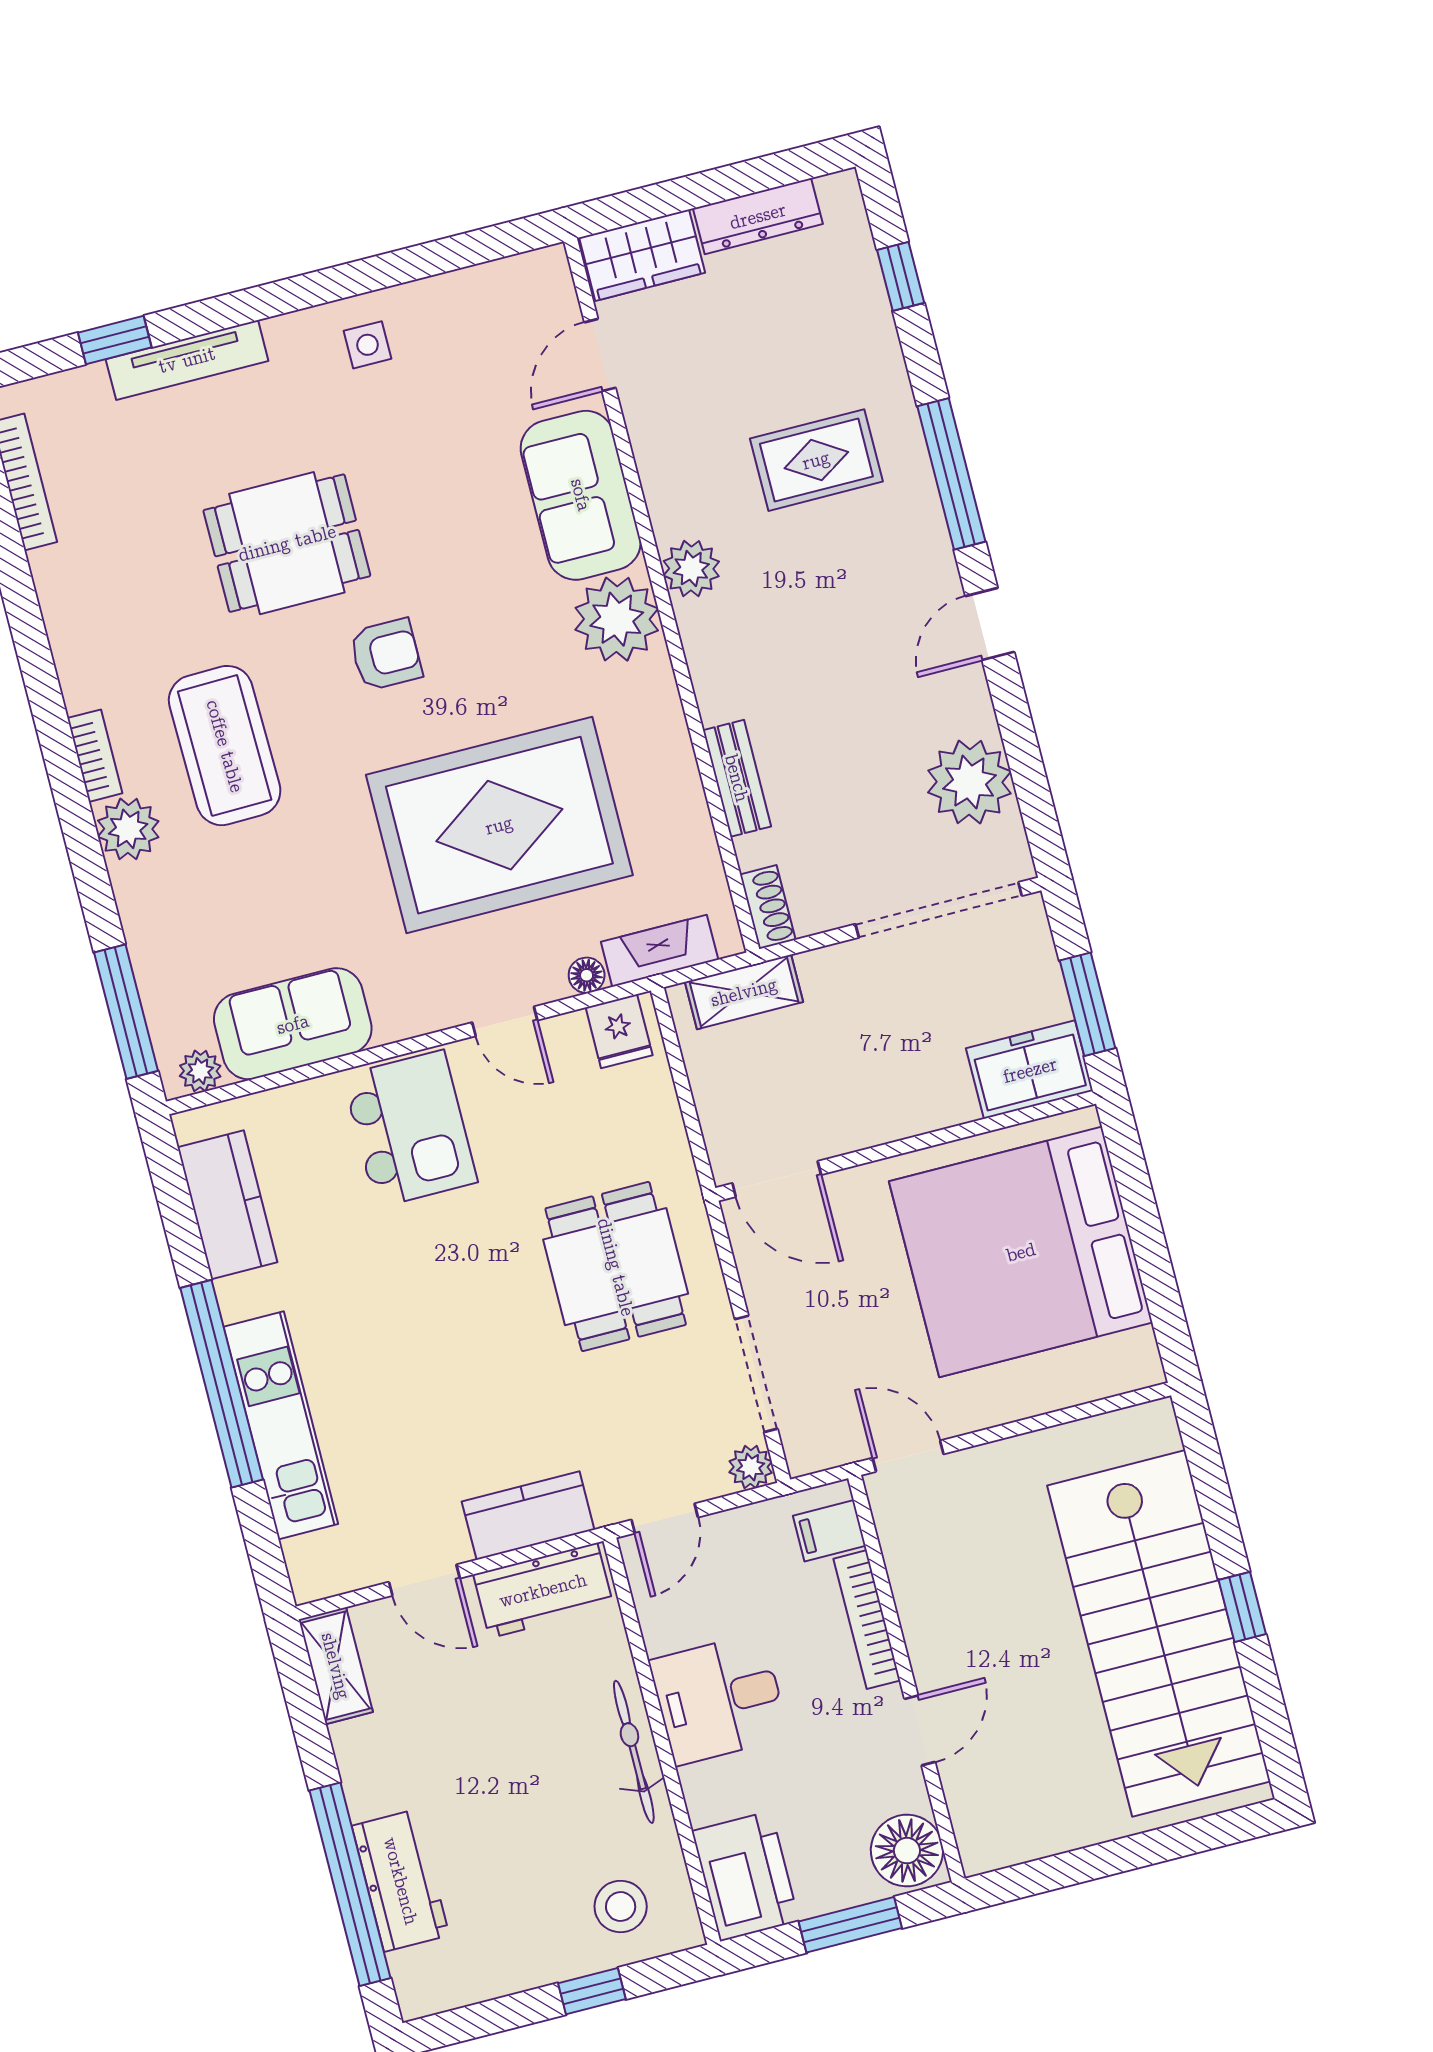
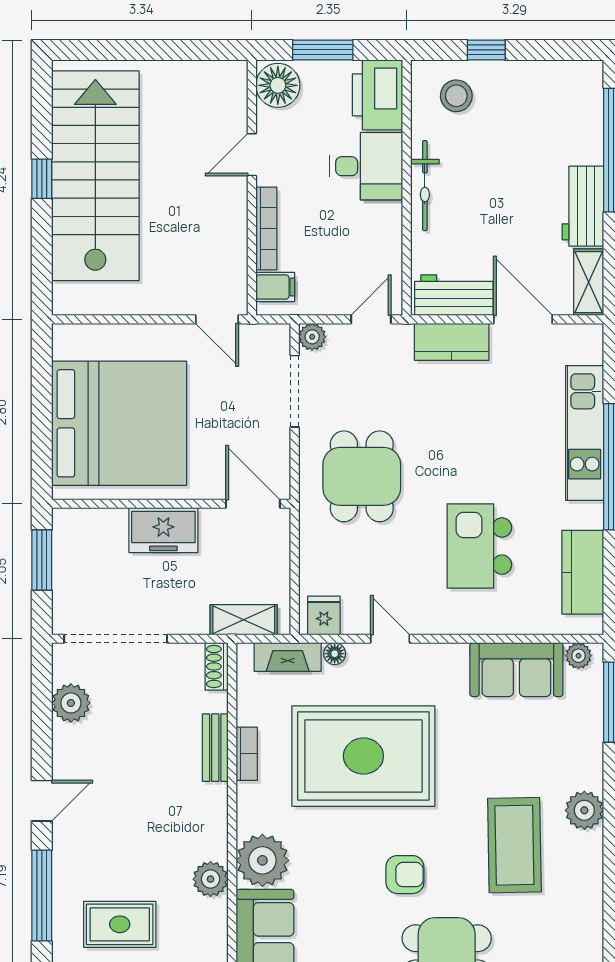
armchair: (386, 655) -> (405, 875), turned 180
bookcase: (95, 756) -> (247, 754), moved, turned 180
plant: (969, 782) -> (71, 703), width x0.73, depth x0.73
freezer: (1030, 1070) -> (163, 530), moved
kitchen island: (410, 1129) -> (479, 546), moved
door: (424, 1580) -> (523, 319), width x1.37
desk: (719, 1699) -> (366, 166), moved
workbench: (401, 1881) -> (583, 206), moved

